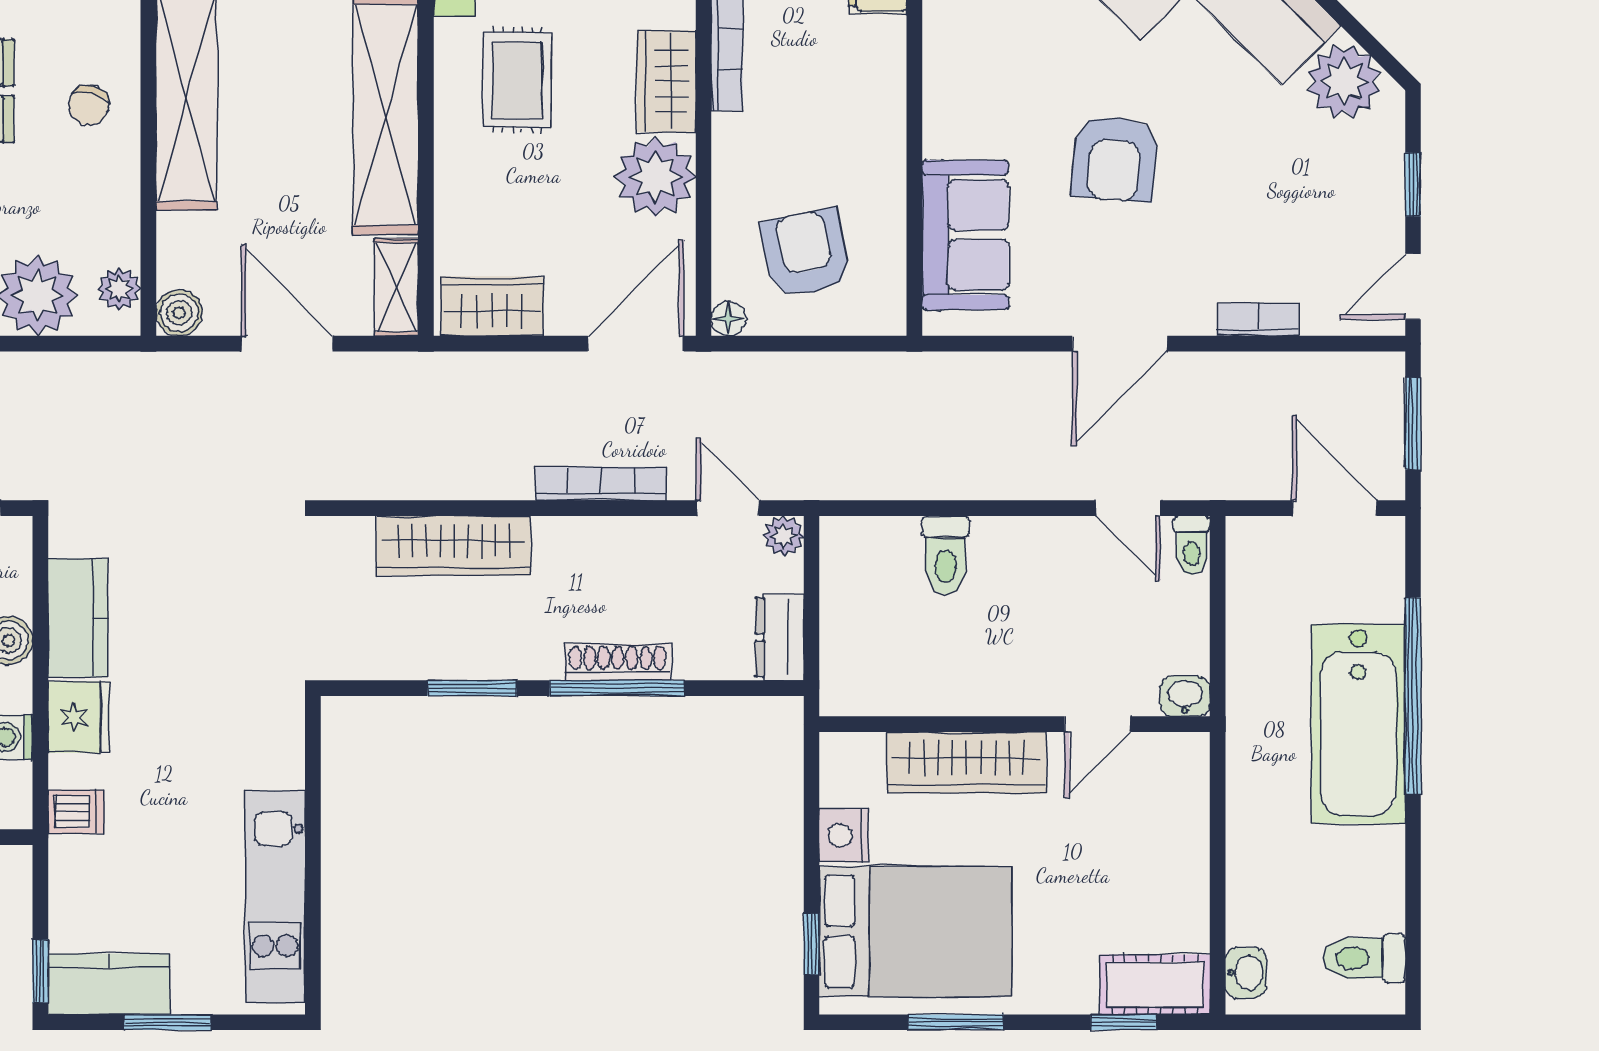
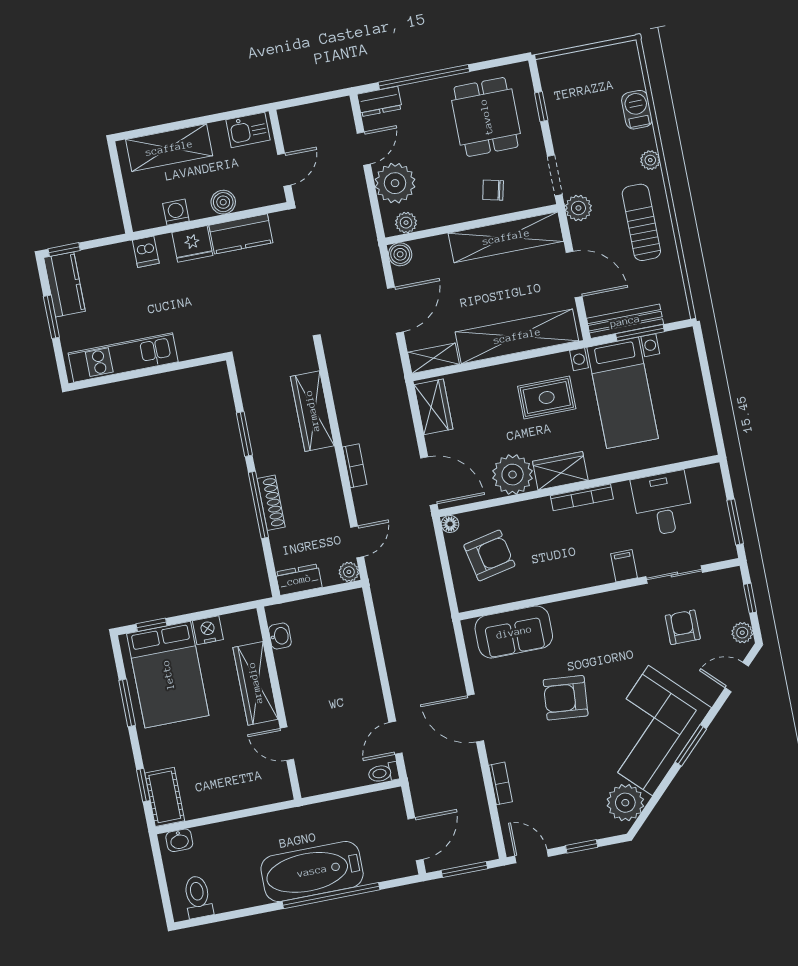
bookcase: (601, 484) -> (355, 466), width x0.64
toilet: (946, 555) -> (355, 653), removed
washbasin: (1185, 696) -> (280, 636), moved

